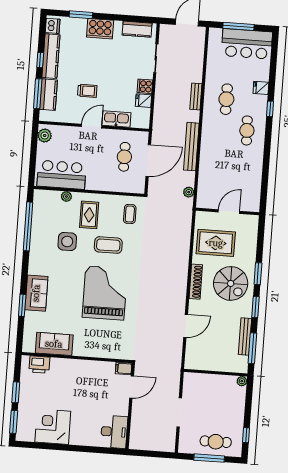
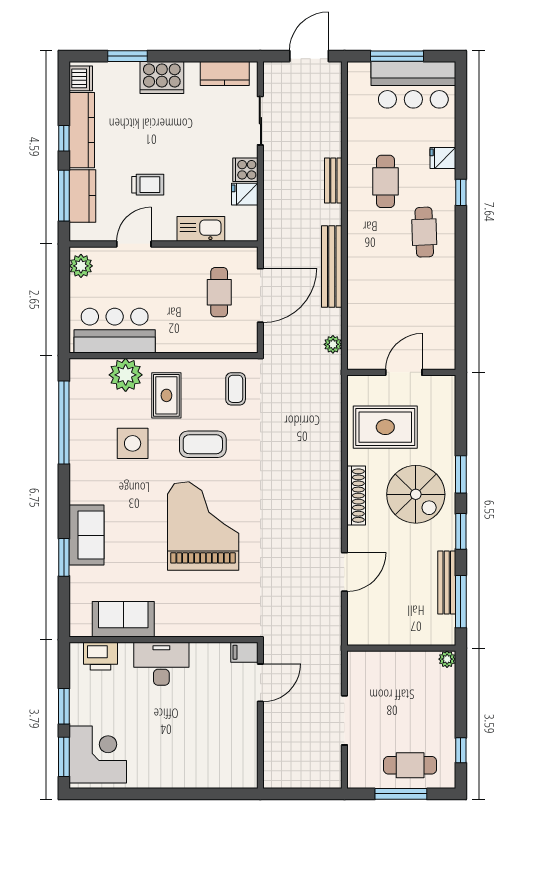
door: (92, 126) -> (134, 244), moved
plant: (66, 197) -> (126, 375), width x1.88, depth x1.88
corner desk: (53, 427) -> (98, 755), moved, turned 90
desk: (114, 432) -> (161, 664), moved, turned -90

